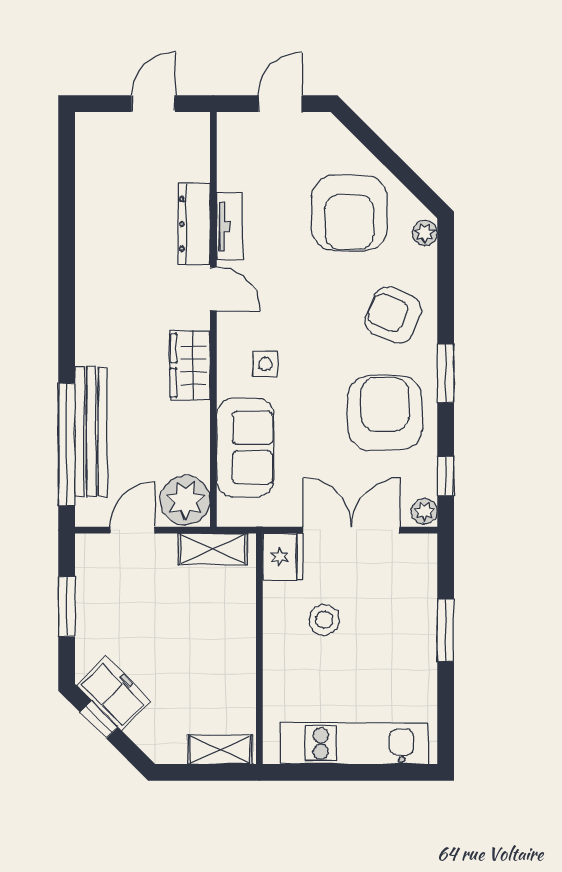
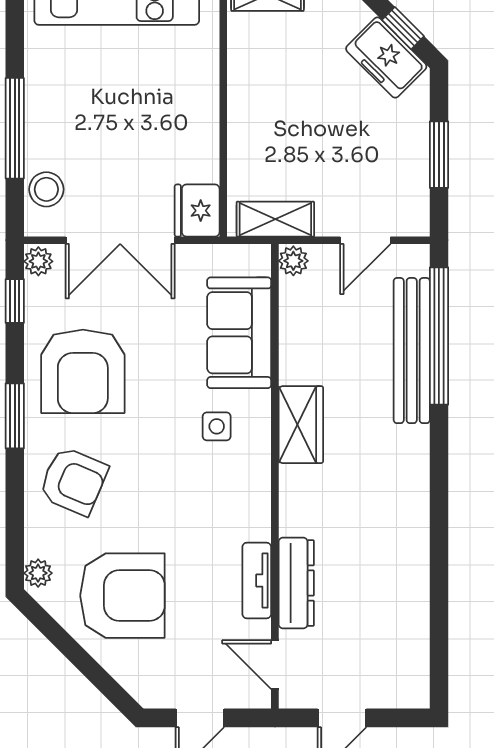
armchair: (349, 213) -> (122, 596), turned 90
door: (213, 289) -> (275, 665), moved
plant: (185, 500) -> (293, 261), width x0.53, depth x0.53
stool: (324, 620) -> (46, 189), moved
window: (446, 630) -> (15, 128), width x1.44

